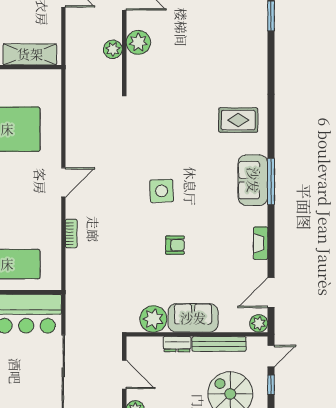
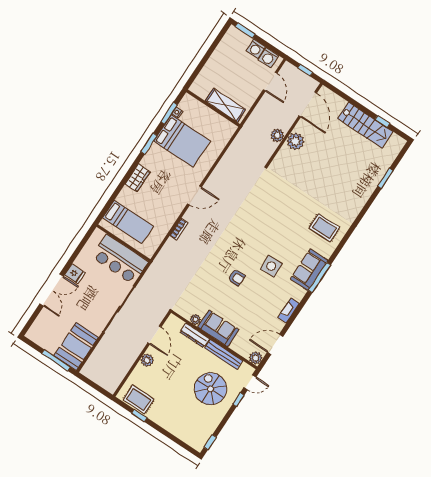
side table: (162, 191) -> (271, 266), moved
plant: (153, 319) -> (195, 319), width x0.53, depth x0.53
dresser: (177, 344) -> (195, 335), width x1.44

